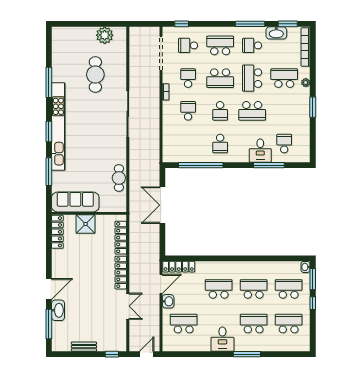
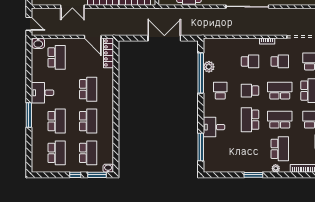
school desk: (220, 78) -> (280, 91), turned 90
school desk: (220, 144) -> (220, 91), turned 90
school desk: (284, 144) -> (220, 149), removed
plant: (194, 156) -> (209, 67), added
window: (269, 165) -> (201, 147), moved
washbasin: (168, 301) -> (38, 43), moved

